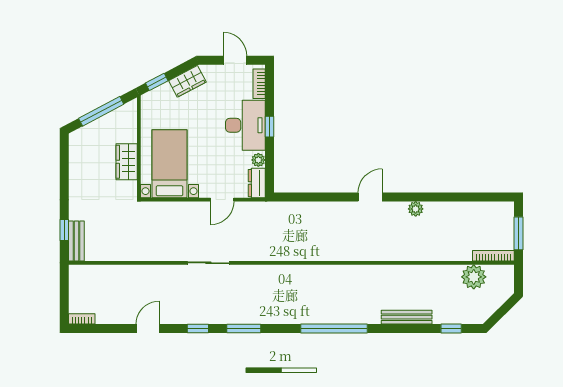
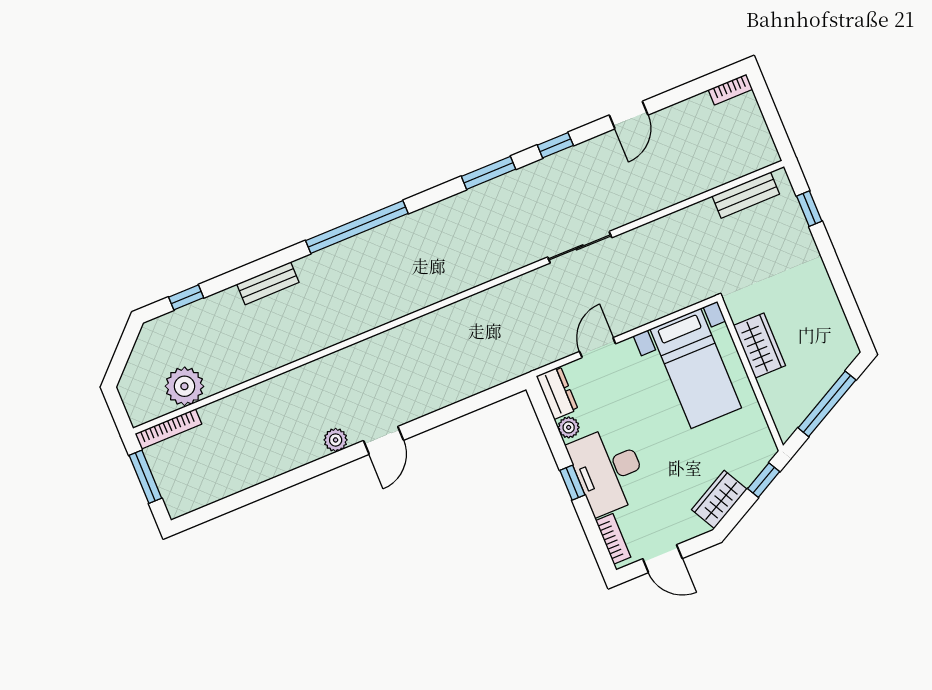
plant: (416, 209) -> (336, 440), moved
bench: (76, 241) -> (746, 195), moved, turned 90
bench: (407, 317) -> (268, 283), width x0.73

